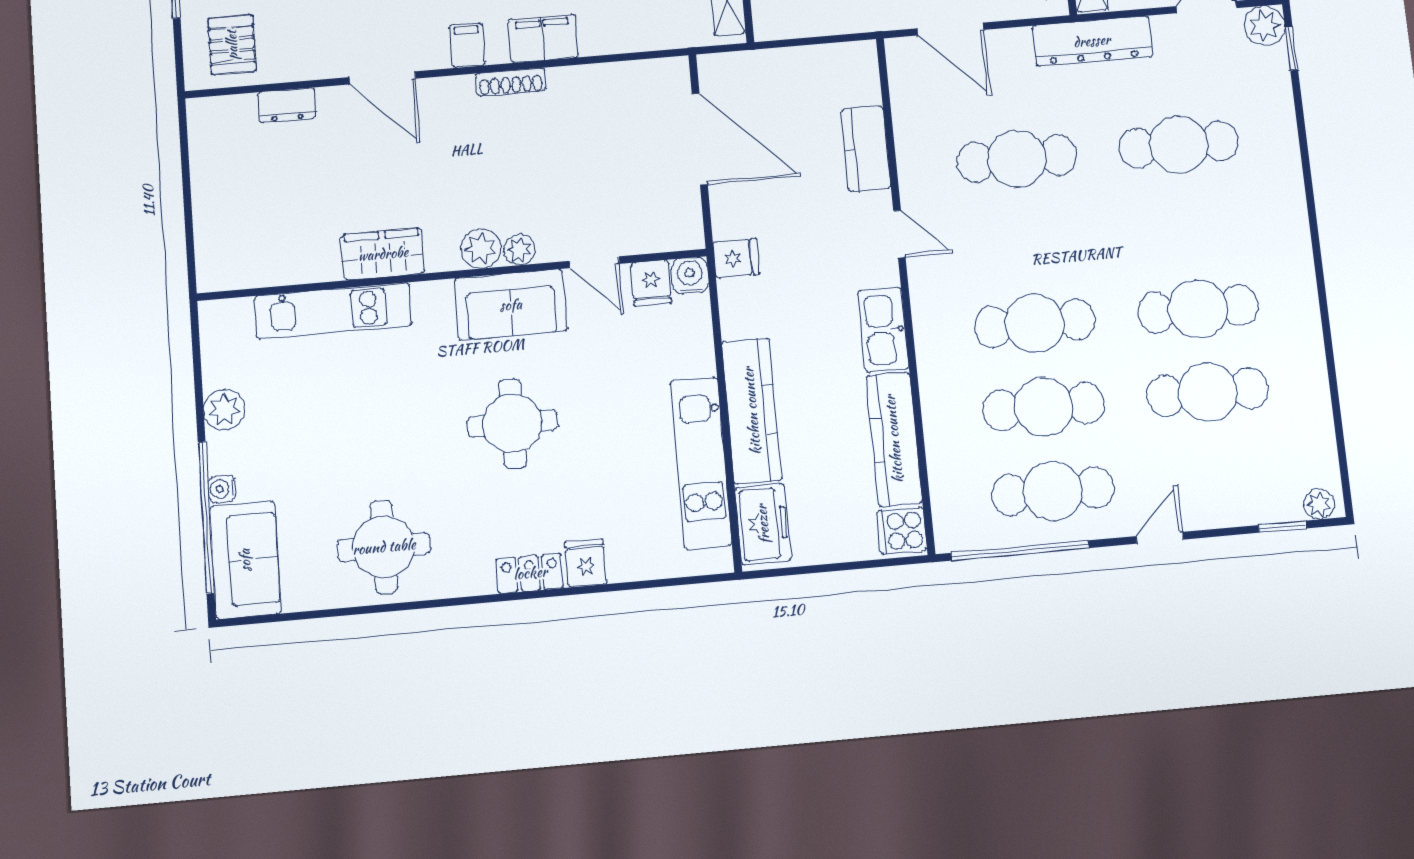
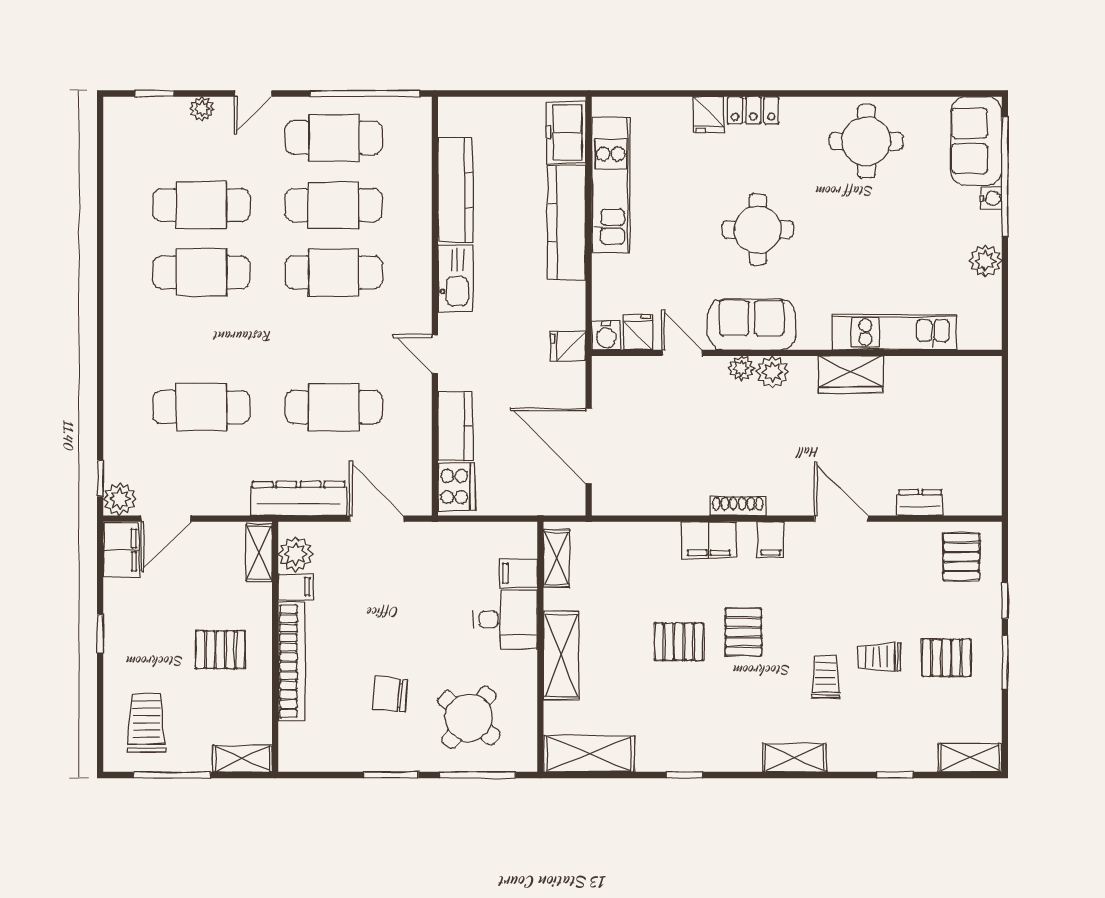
dresser: (1092, 41) -> (298, 499), moved
plant: (1319, 504) -> (202, 109), moved
cooker: (902, 531) -> (456, 487), moved, width x1.36

